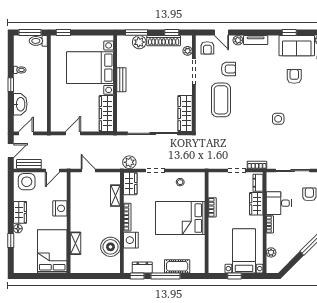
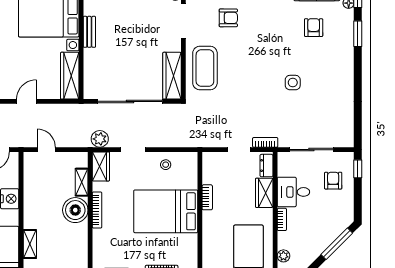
coffee table: (221, 100) -> (205, 68), moved
nightstand: (131, 240) -> (102, 240), removed
boiler: (111, 247) -> (75, 210), moved

